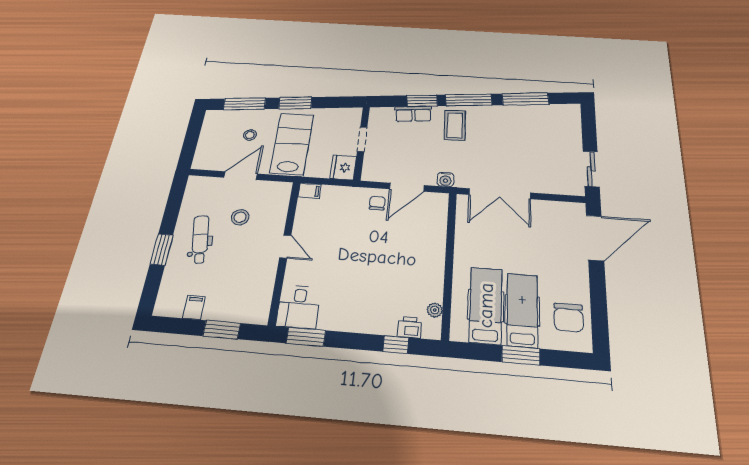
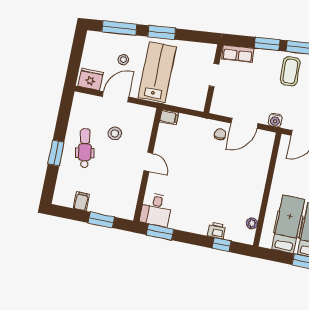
row of seats: (413, 114) -> (238, 54), moved
fridge: (343, 167) -> (91, 79), moved, turned 90
printer: (409, 327) -> (217, 230), moved

